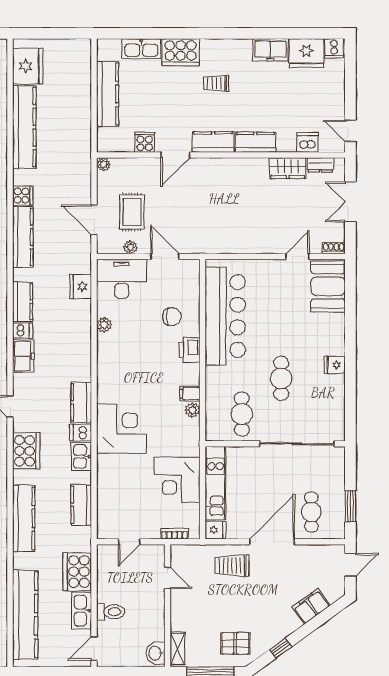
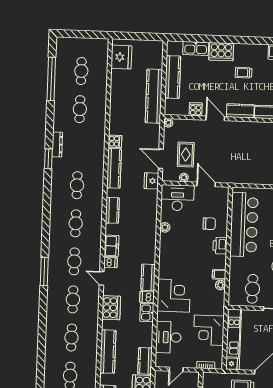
kitchen counter: (24, 127) -> (154, 96), moved, turned 180
door: (175, 155) -> (215, 118), swing flipped
fridge: (81, 287) -> (151, 181), moved
dishwasher: (23, 331) -> (110, 263), moved
desk: (116, 493) -> (168, 337), added
kitchen counter: (81, 505) -> (145, 361), moved

